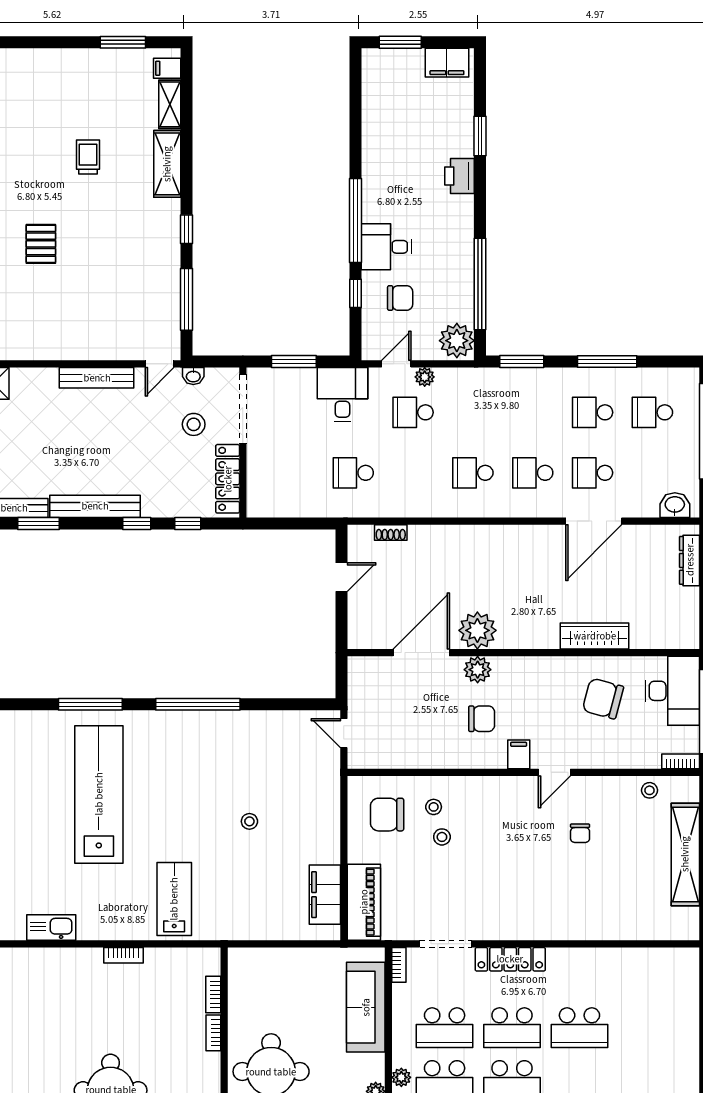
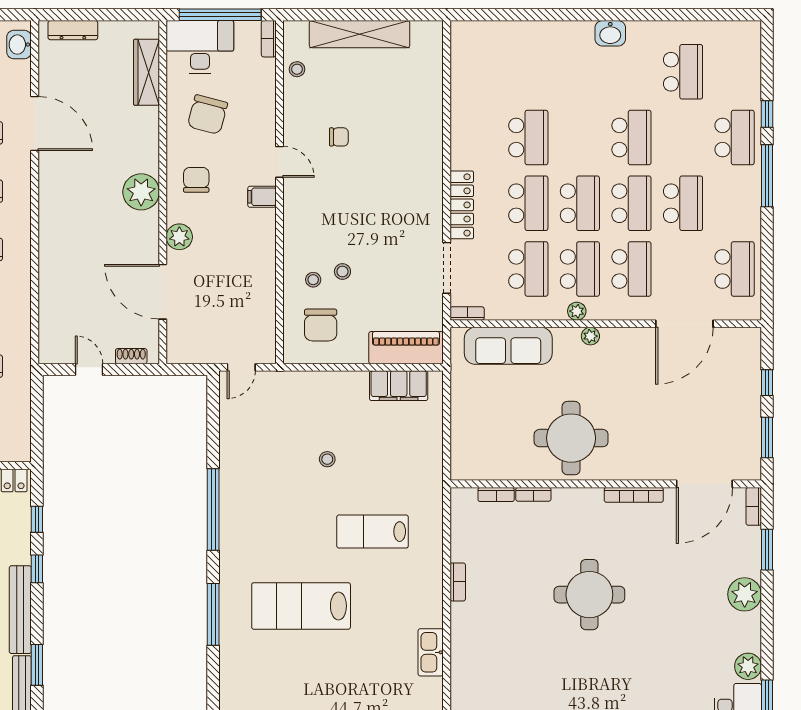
shoe rack: (391, 533) -> (131, 356), moved, turned -90
plant: (477, 630) -> (141, 192), moved
wardrobe: (595, 636) -> (147, 72), moved
chair: (482, 719) -> (196, 180), moved
lab bench: (99, 794) -> (301, 606), width x0.73
lab bench: (174, 899) -> (373, 532), moved

